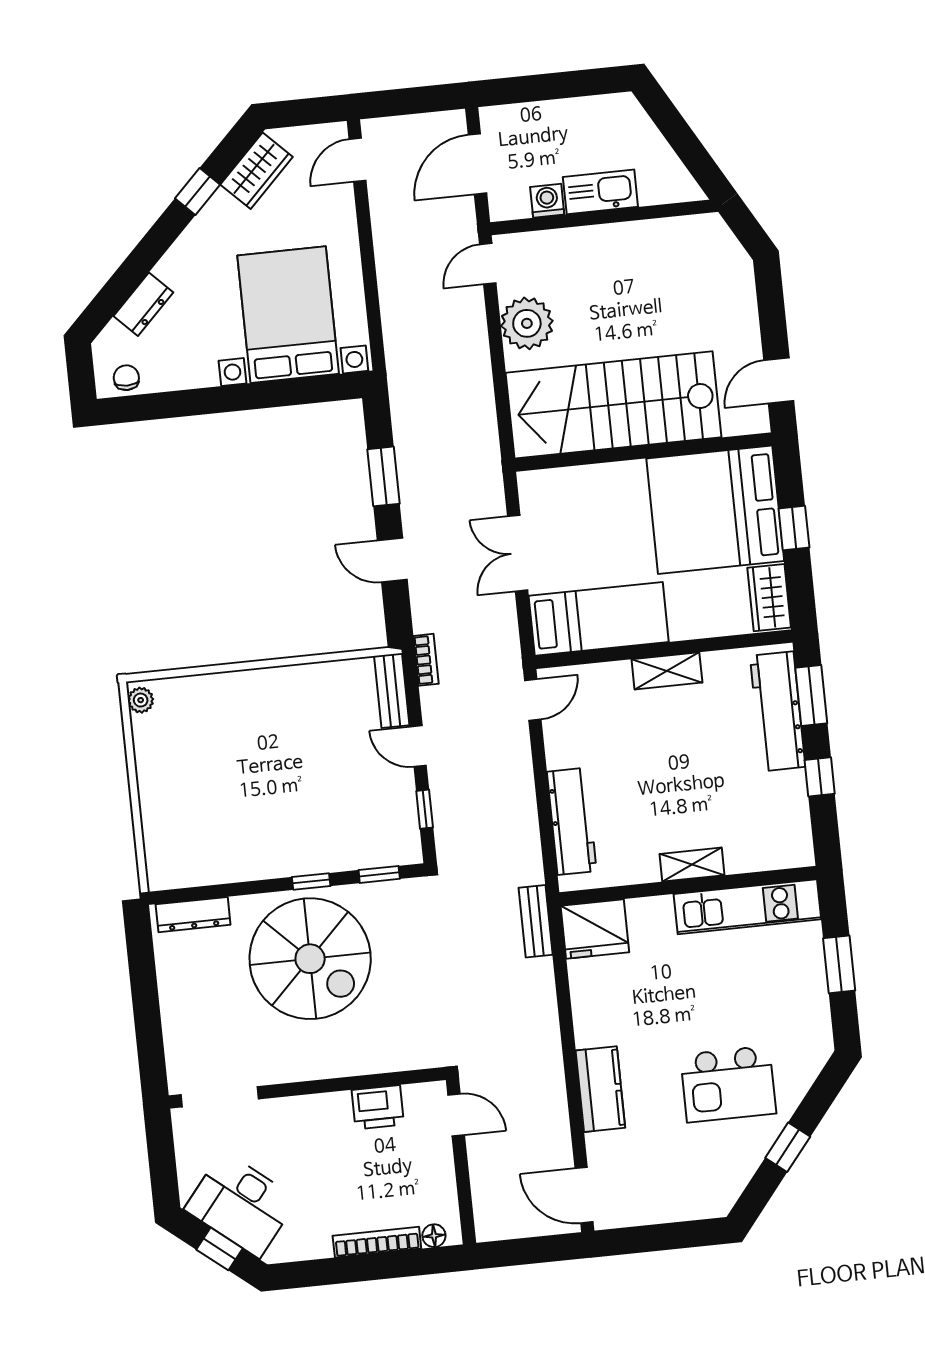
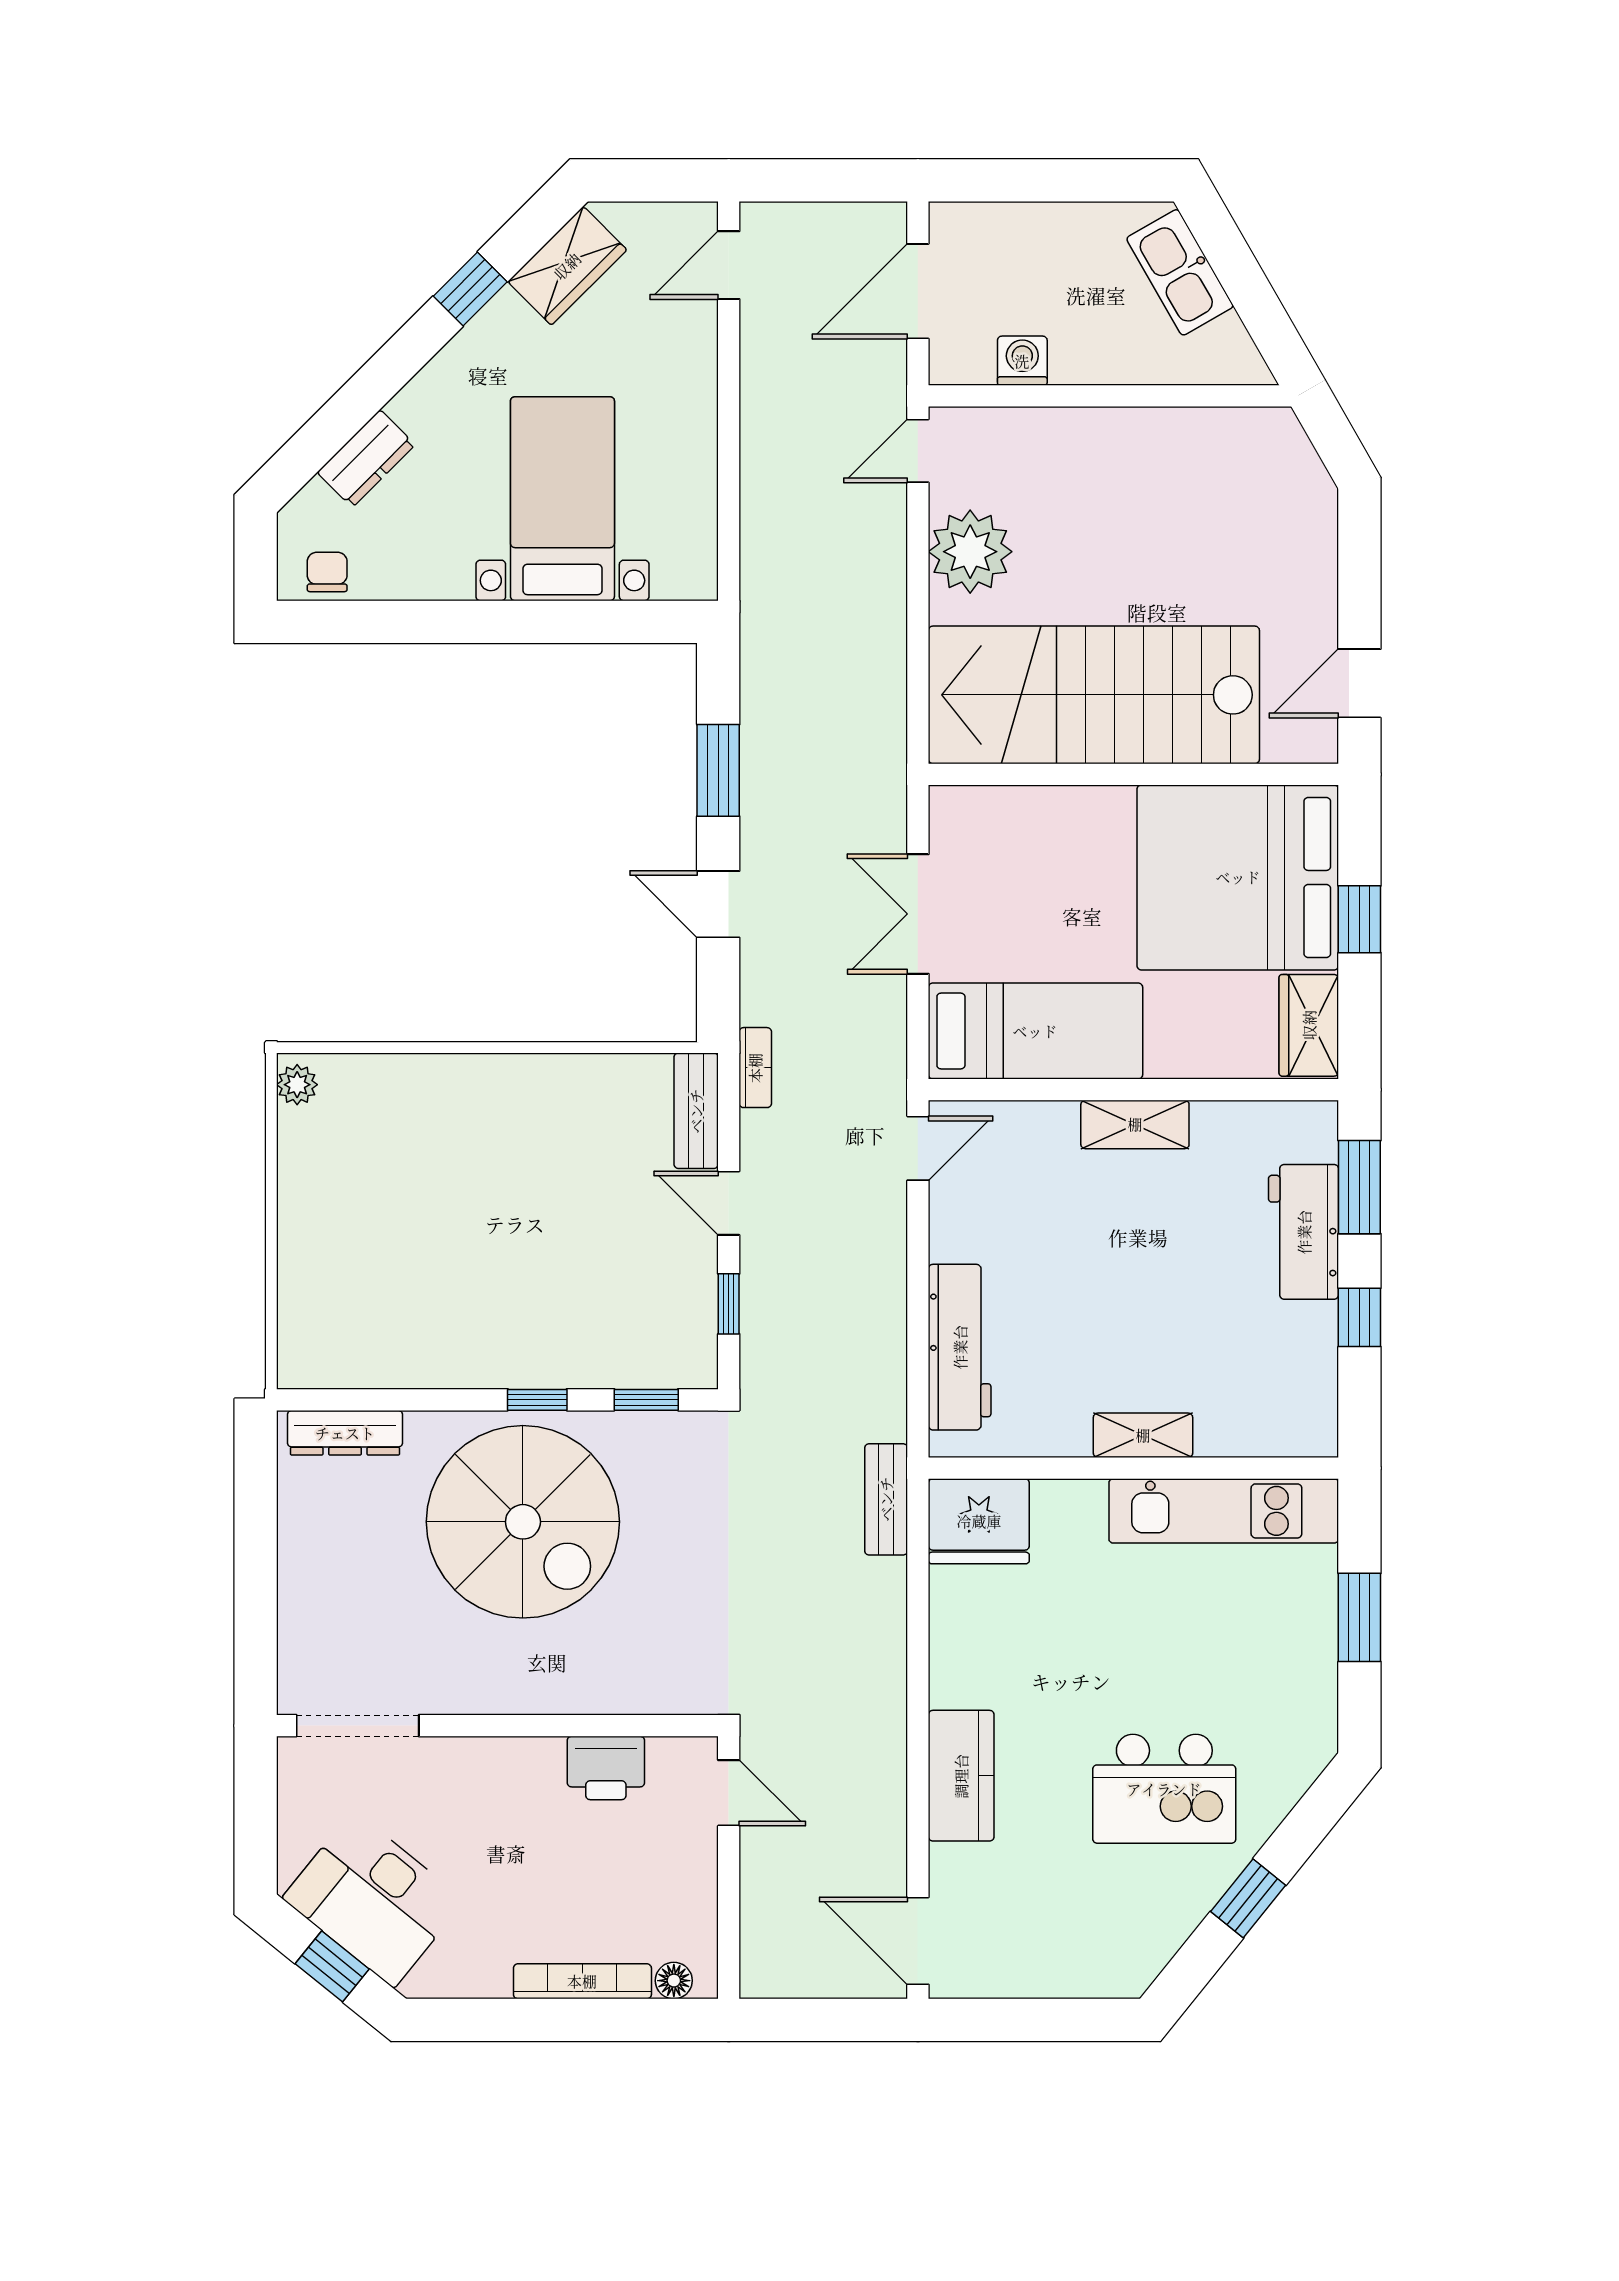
kitchen sink: (600, 192) -> (1180, 272), moved, turned -120
bed with nightstands: (288, 315) -> (562, 499), width x0.73
workbench: (778, 711) -> (1304, 1232), width x0.73

